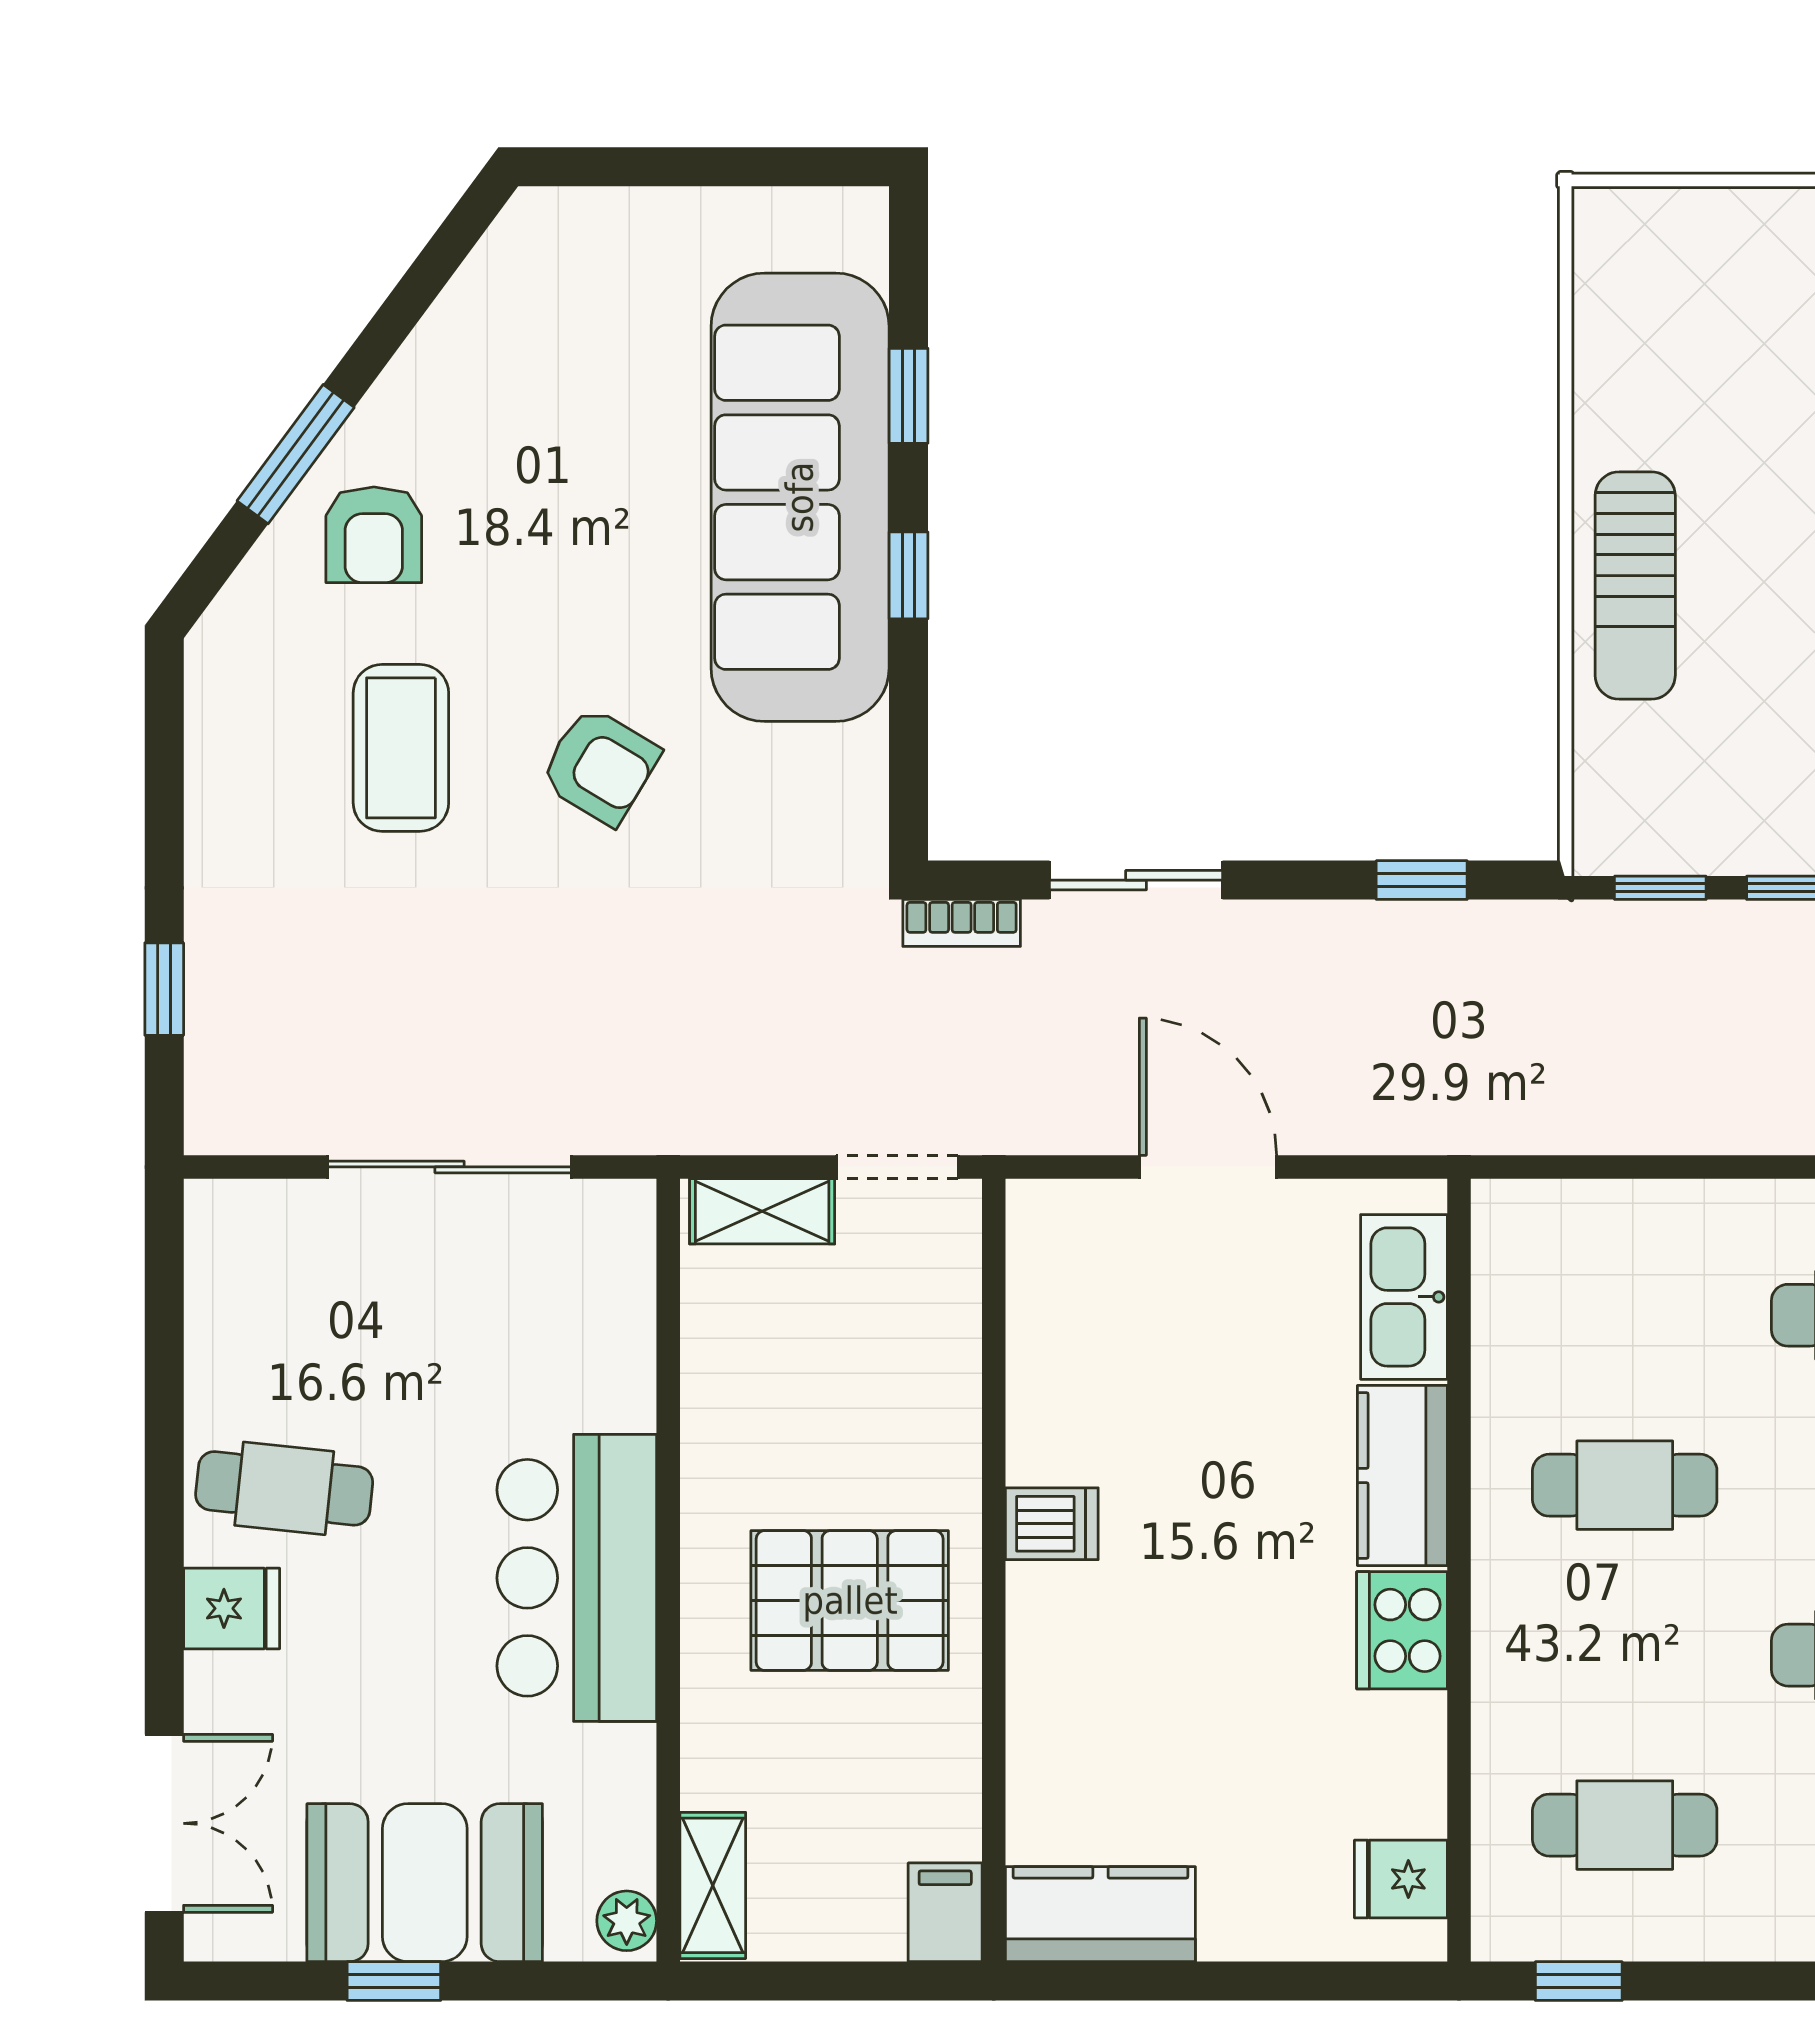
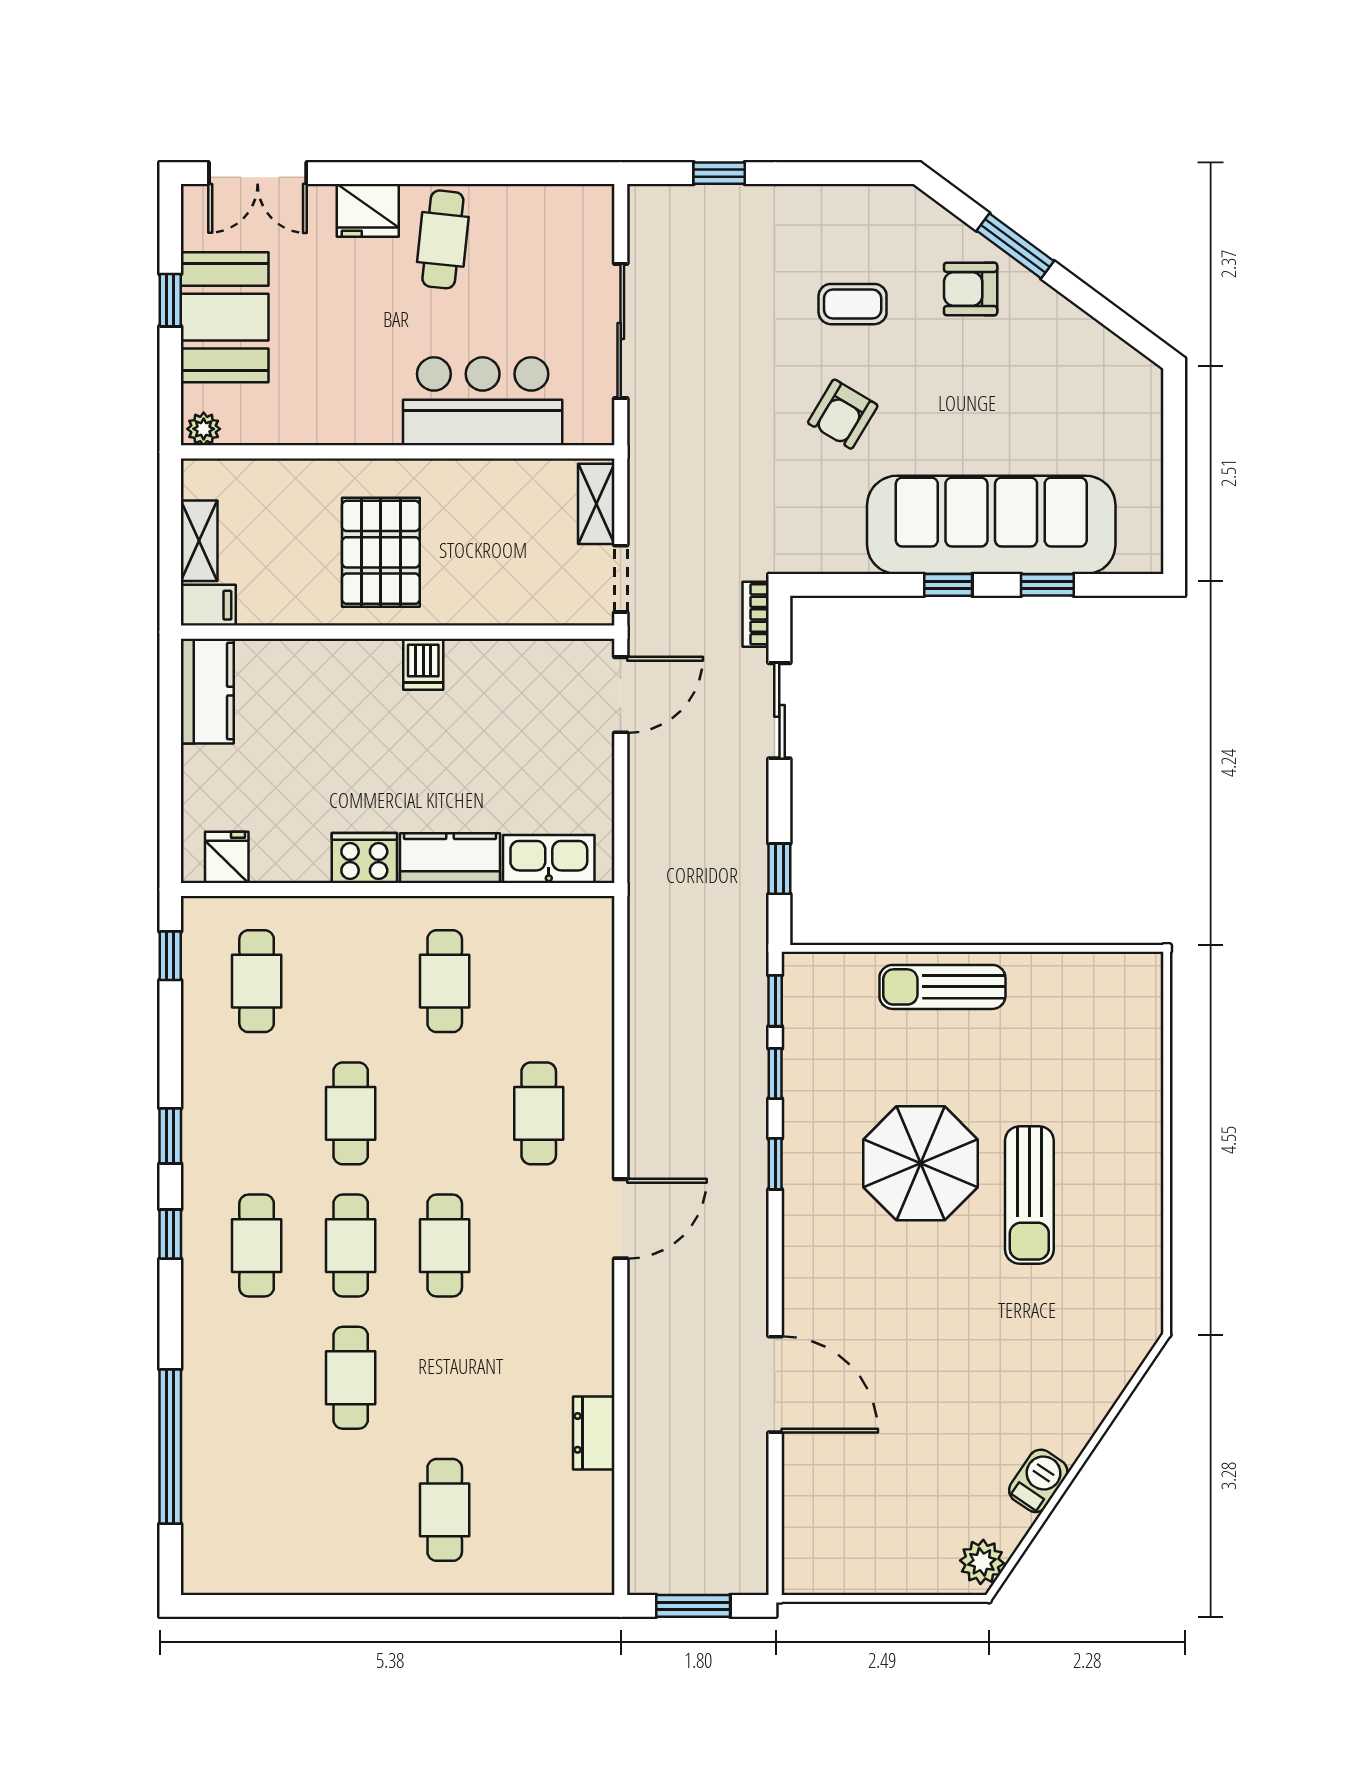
coffee table: (401, 748) -> (853, 304), width x0.73, depth x0.77
door: (1208, 1167) -> (621, 695), moved
bar counter: (577, 1578) -> (483, 401), moved
fridge: (232, 1608) -> (368, 210), width x1.38
shelving: (713, 1885) -> (199, 541), moved, turned 90

